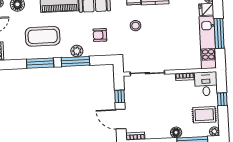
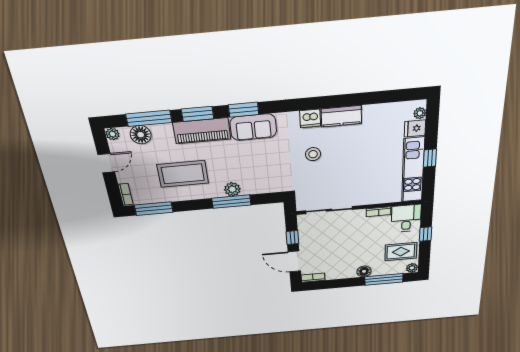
window: (219, 33) -> (430, 158), width x0.46
armchair: (100, 35) -> (263, 168), removed
window: (40, 63) -> (154, 209), moved

